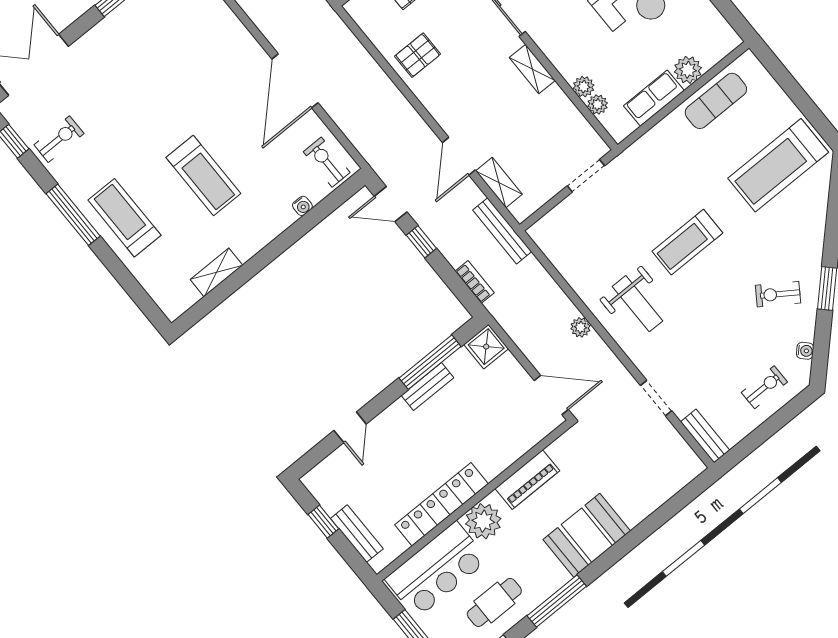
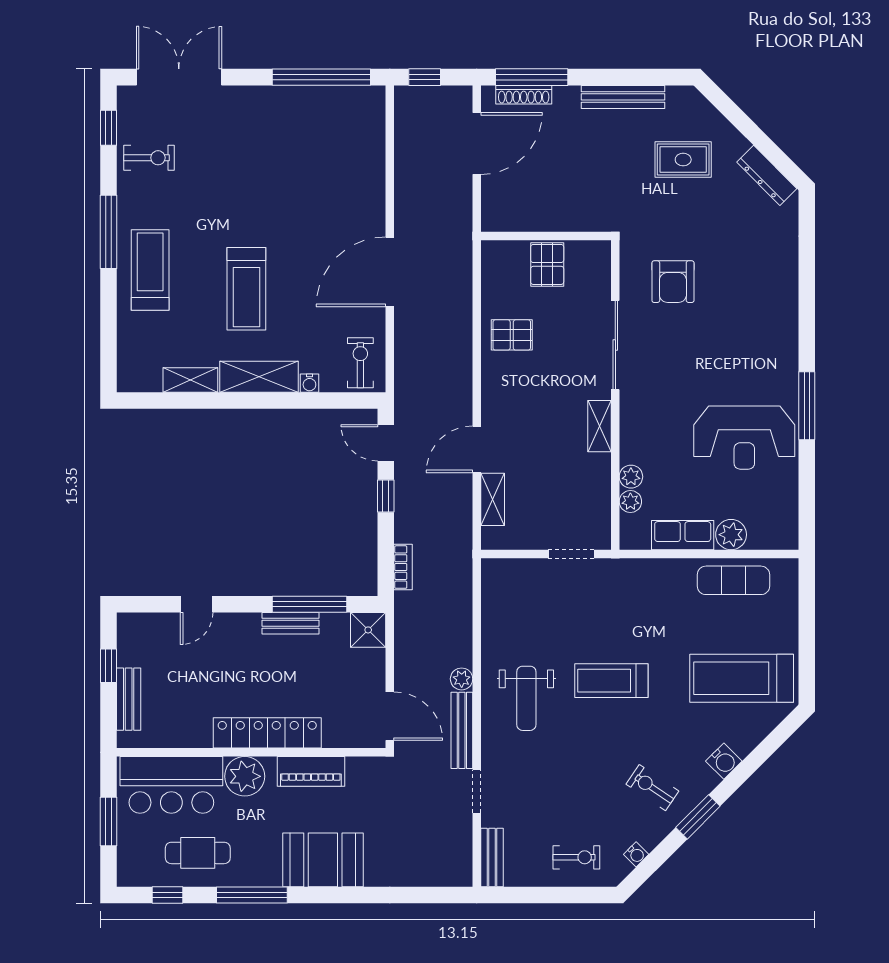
shelving: (263, 230) -> (259, 377), added
bench: (502, 231) -> (462, 730), moved
water cooler: (813, 234) -> (724, 761), added
locker: (442, 504) -> (267, 733), moved

